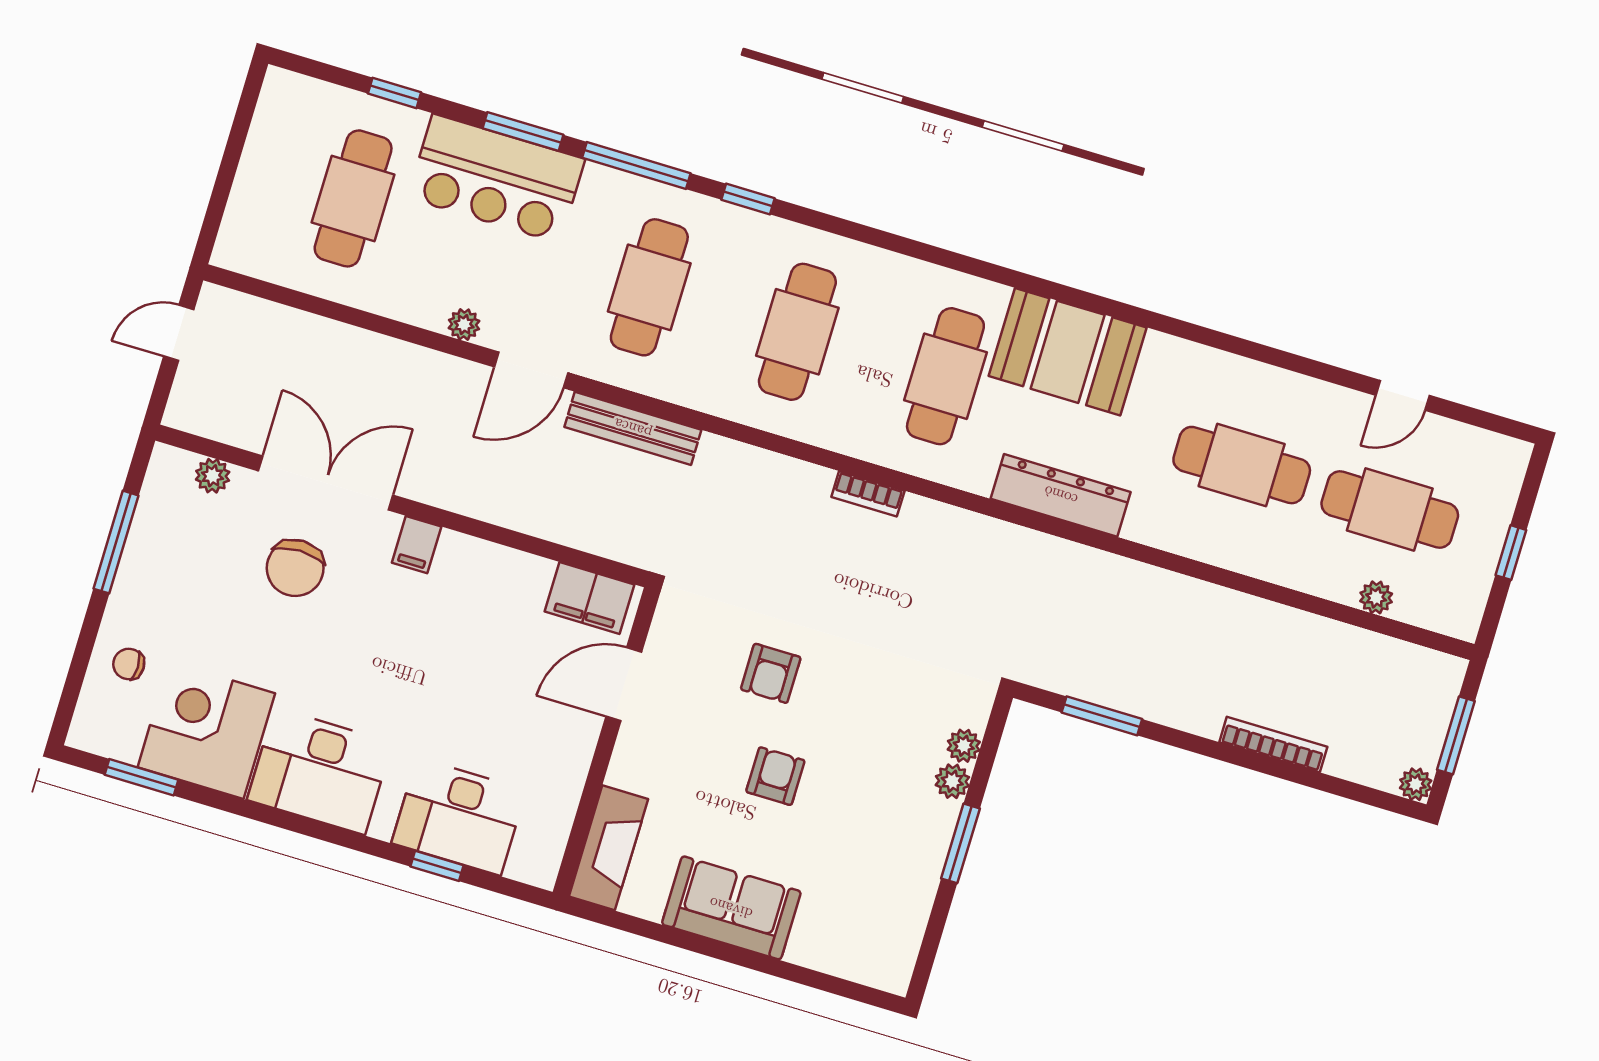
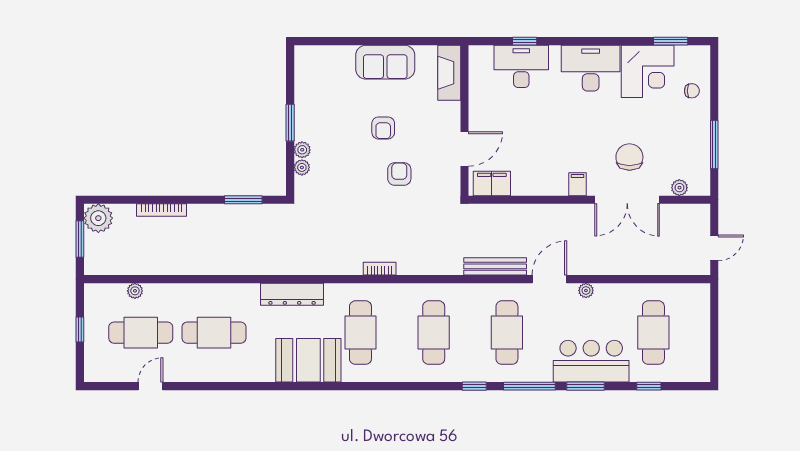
plant: (1416, 784) -> (98, 218), width x1.87, depth x1.87

